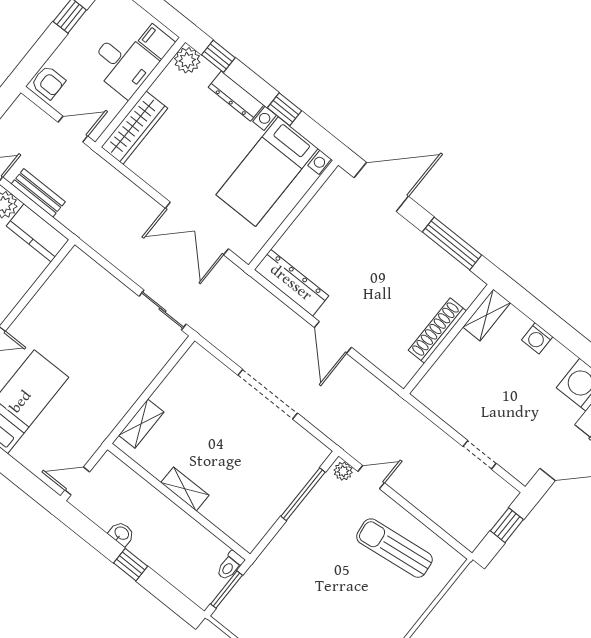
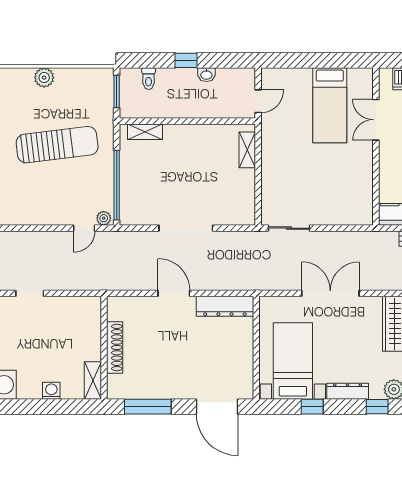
door: (381, 187) -> (217, 407), hinge flipped
double door: (197, 228) -> (330, 293), moved
door: (77, 481) -> (258, 101), moved
shelving: (185, 489) -> (145, 132), moved
window: (303, 494) -> (117, 185), width x1.46
sun lounger: (394, 548) -> (57, 145), moved, width x1.36, depth x1.34
toilet: (230, 566) -> (149, 79), moved, turned 180

